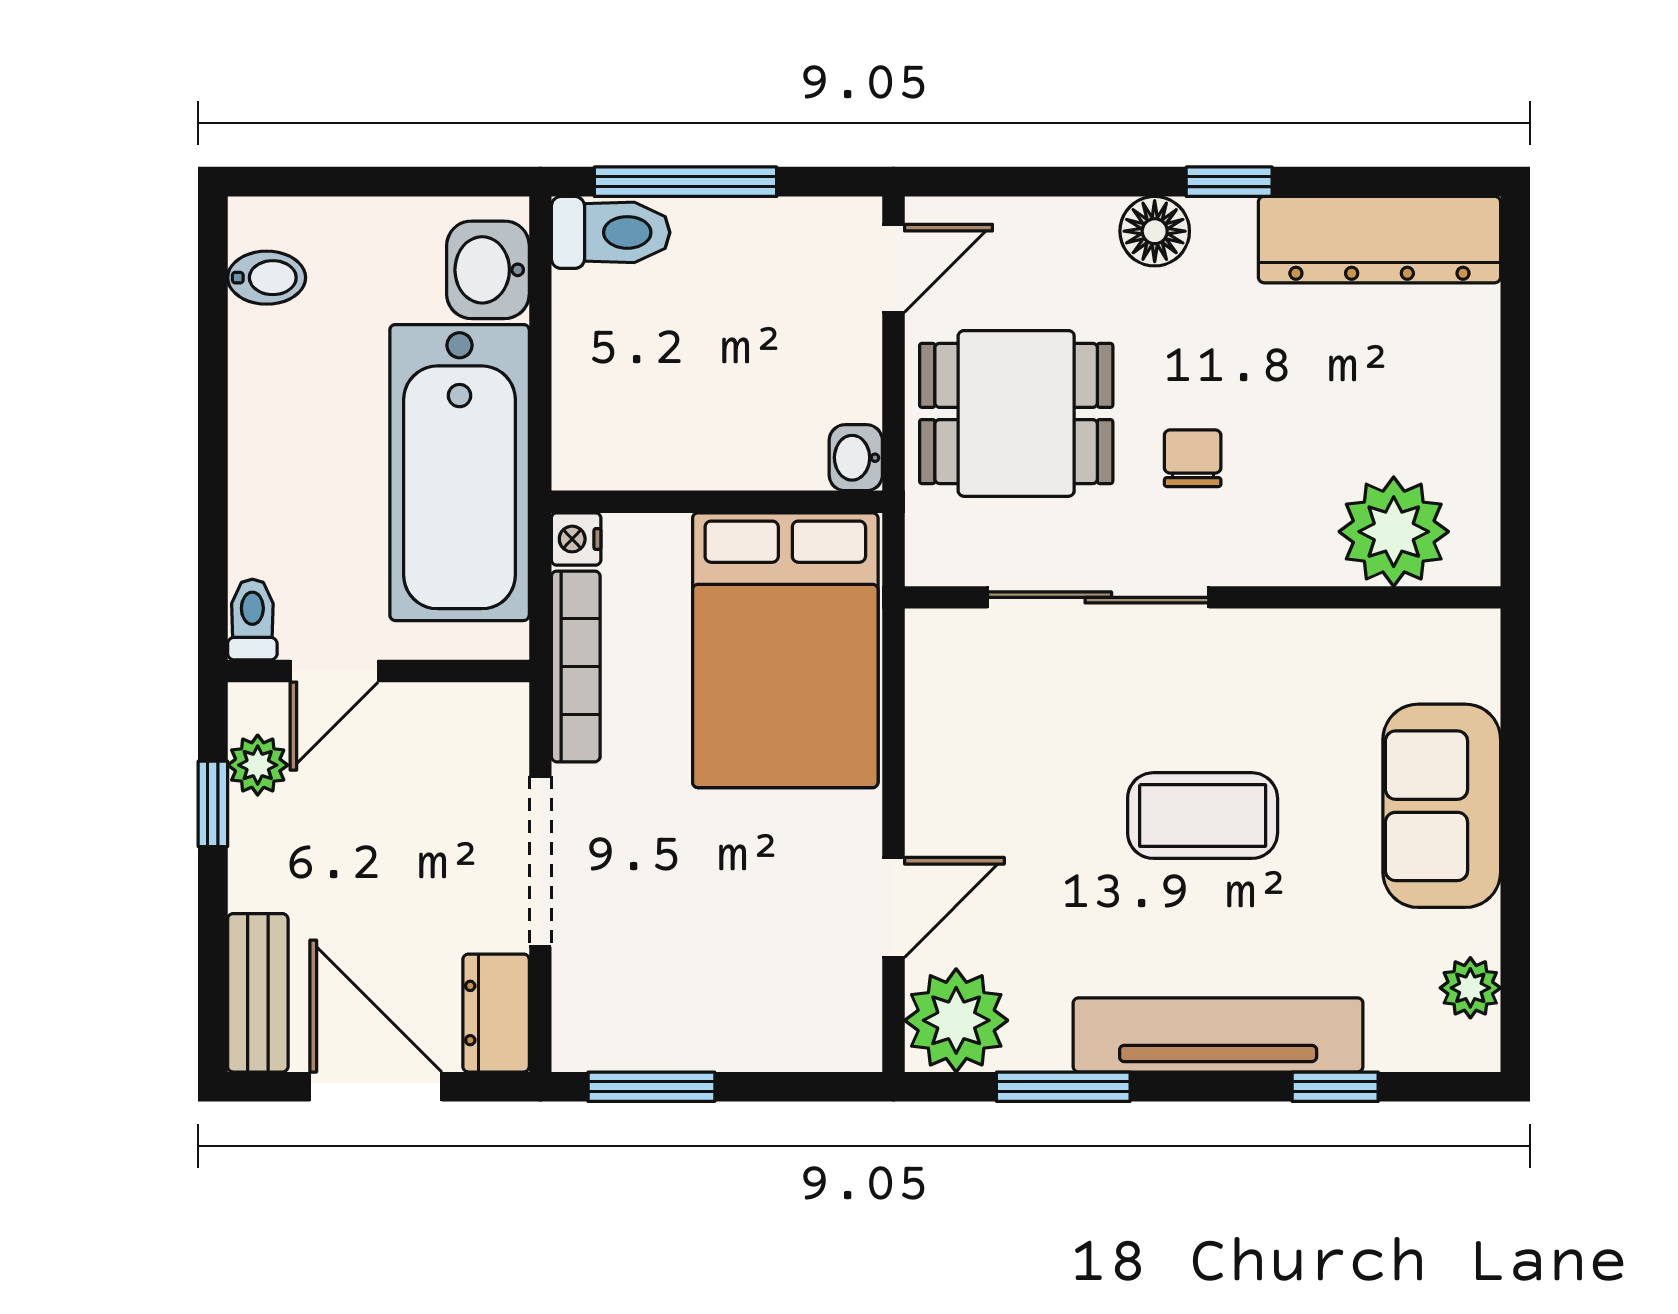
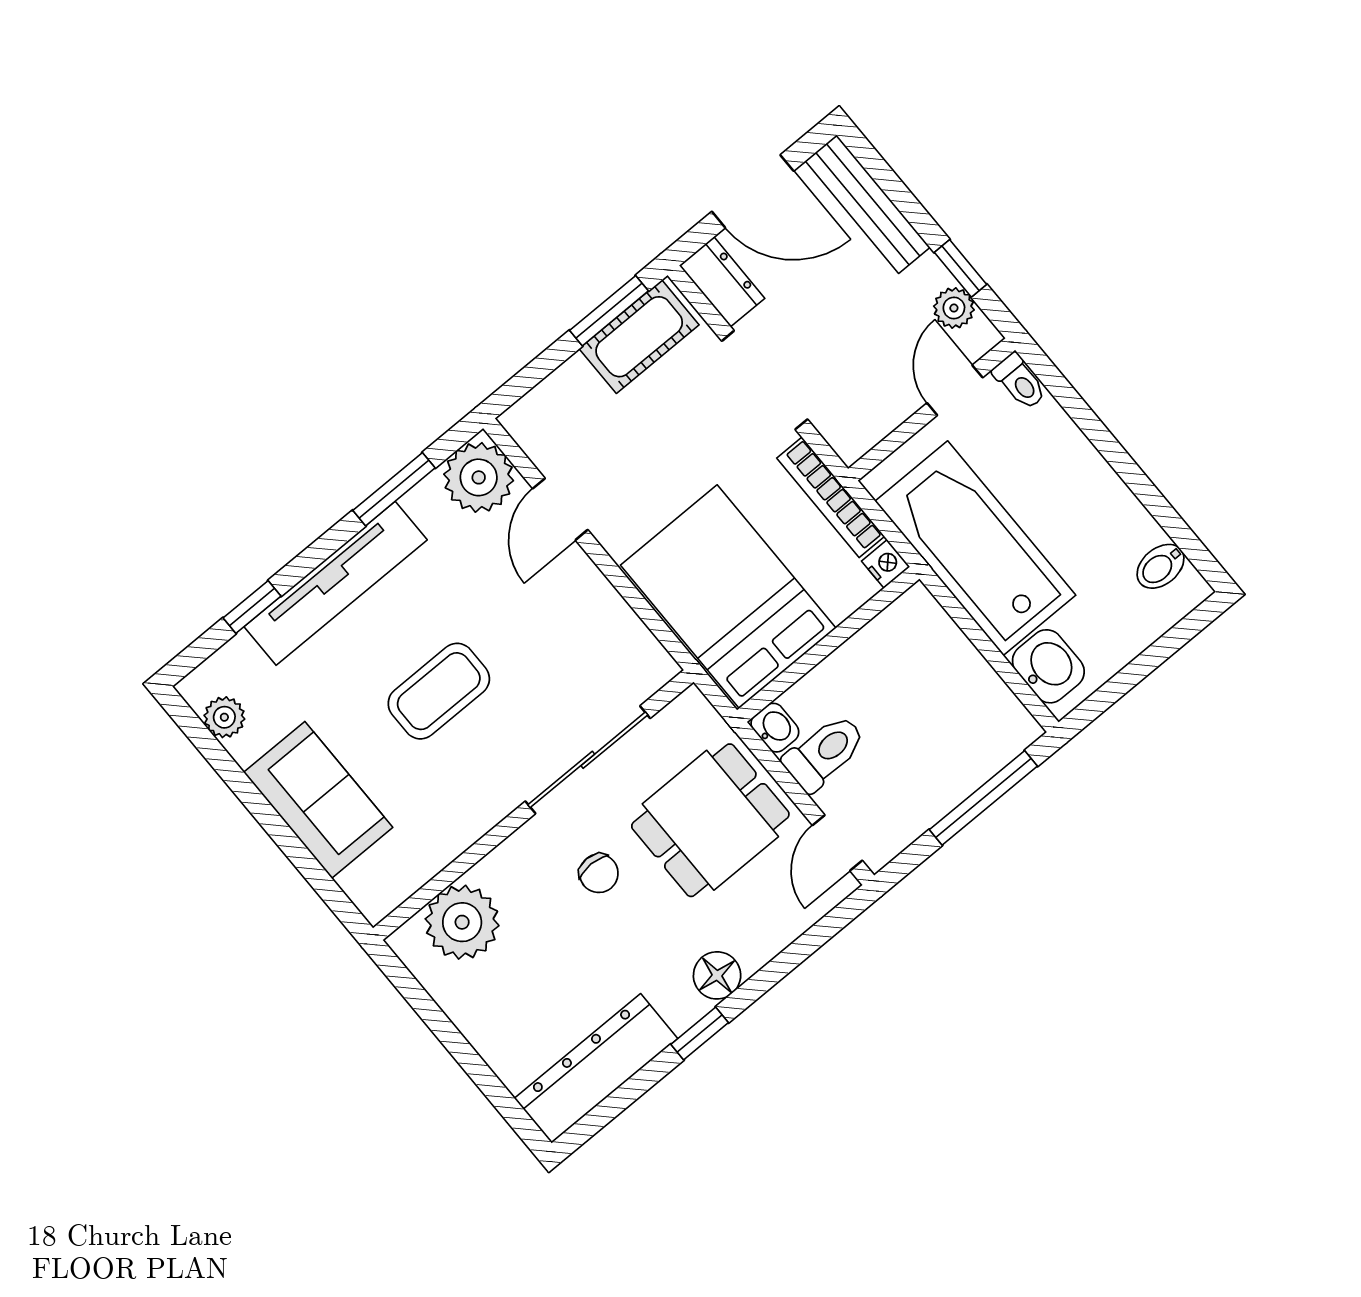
toilet: (611, 232) -> (824, 753), moved, turned 180
bench: (258, 993) -> (868, 204), width x1.36
cot: (642, 1029) -> (639, 337), added

